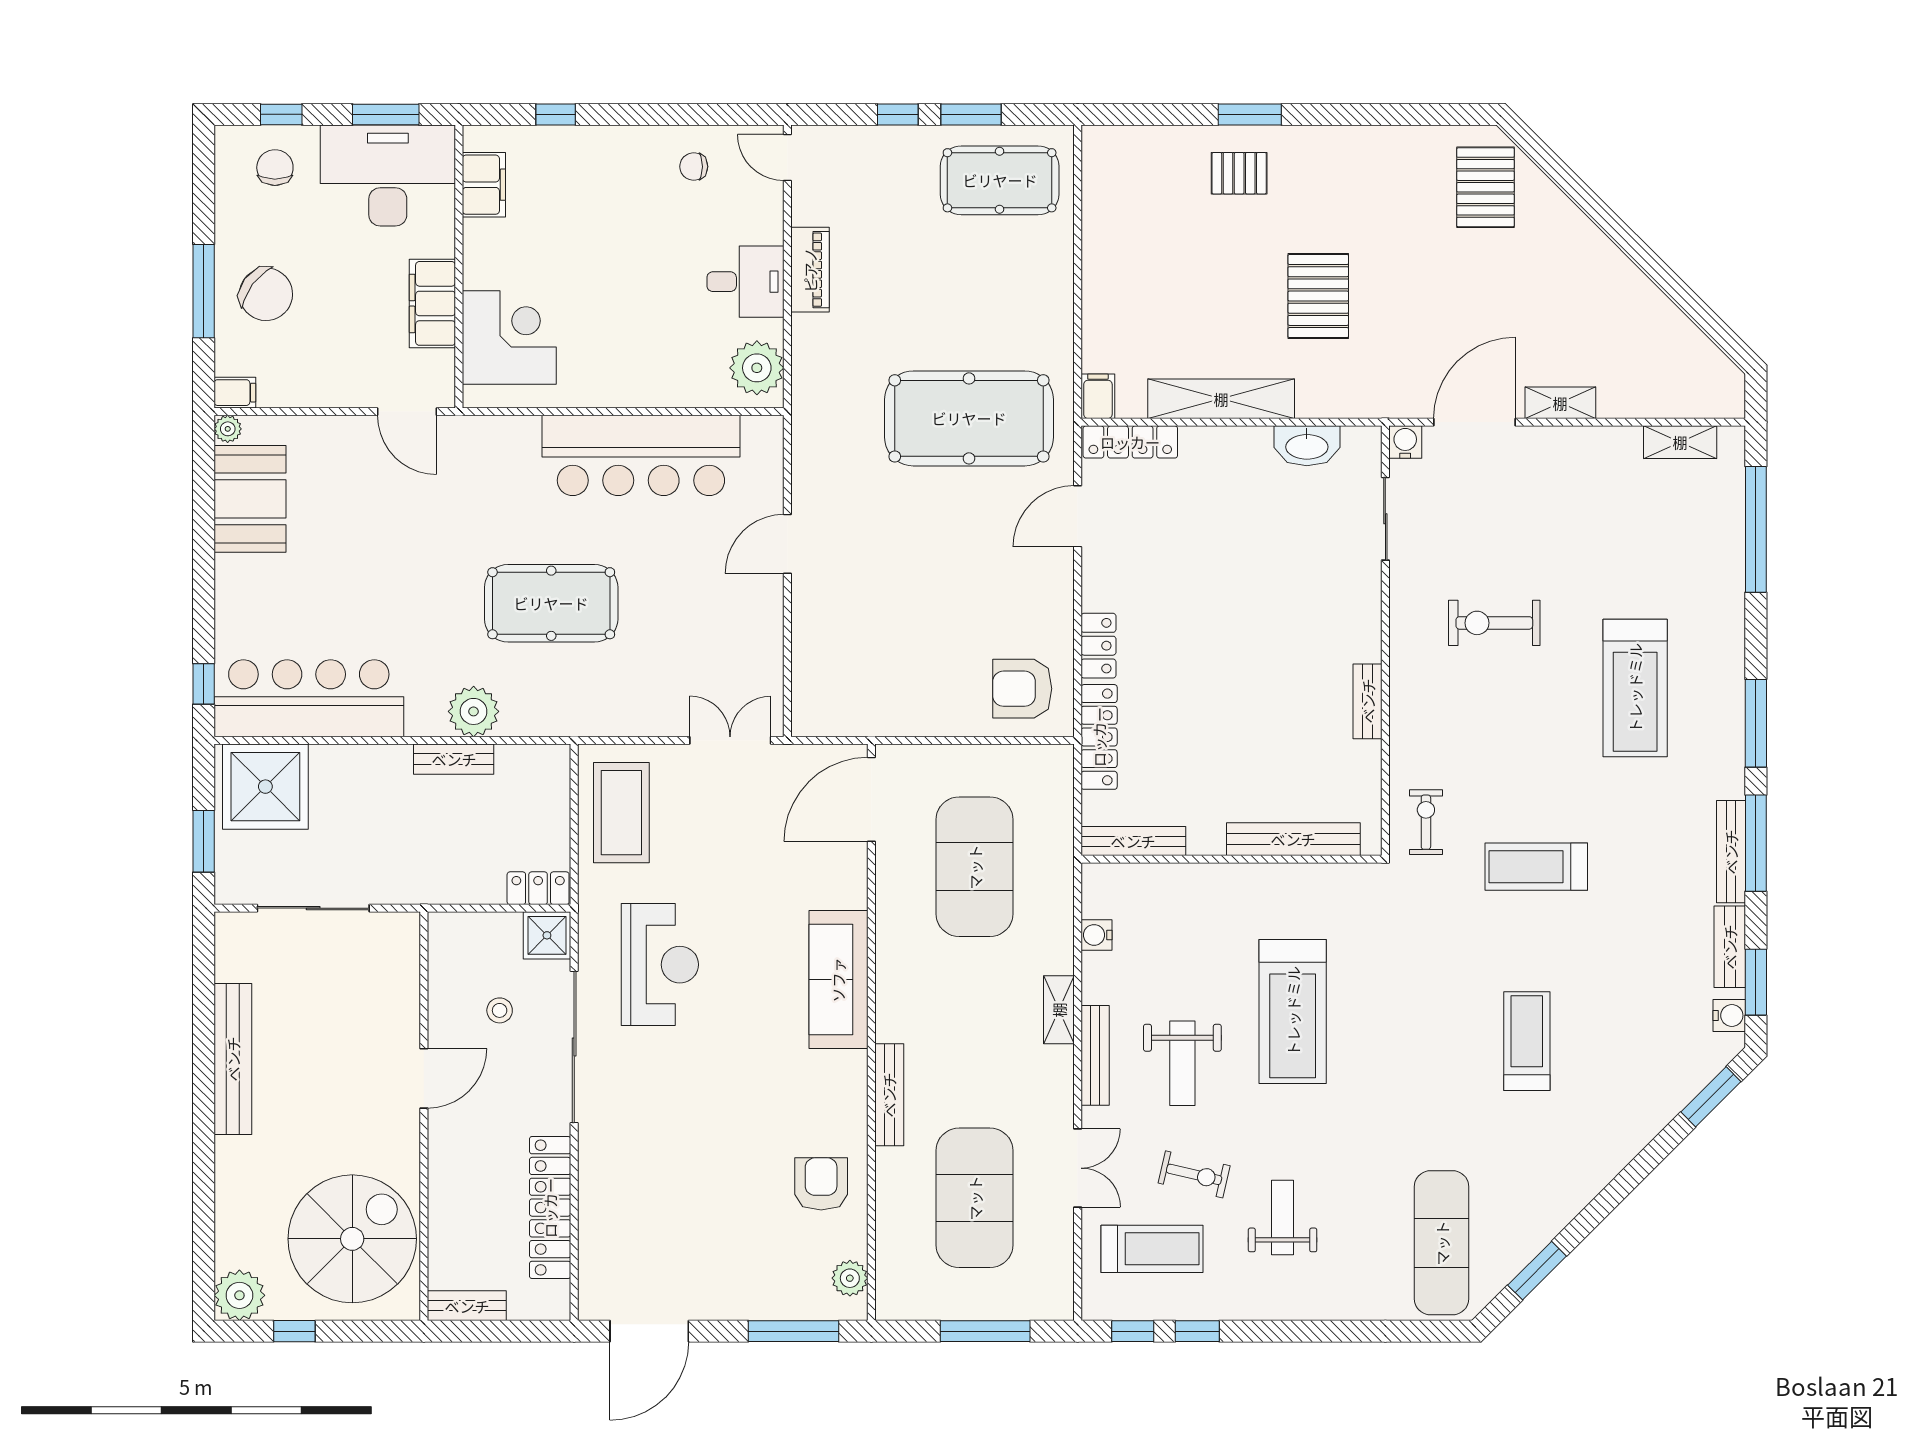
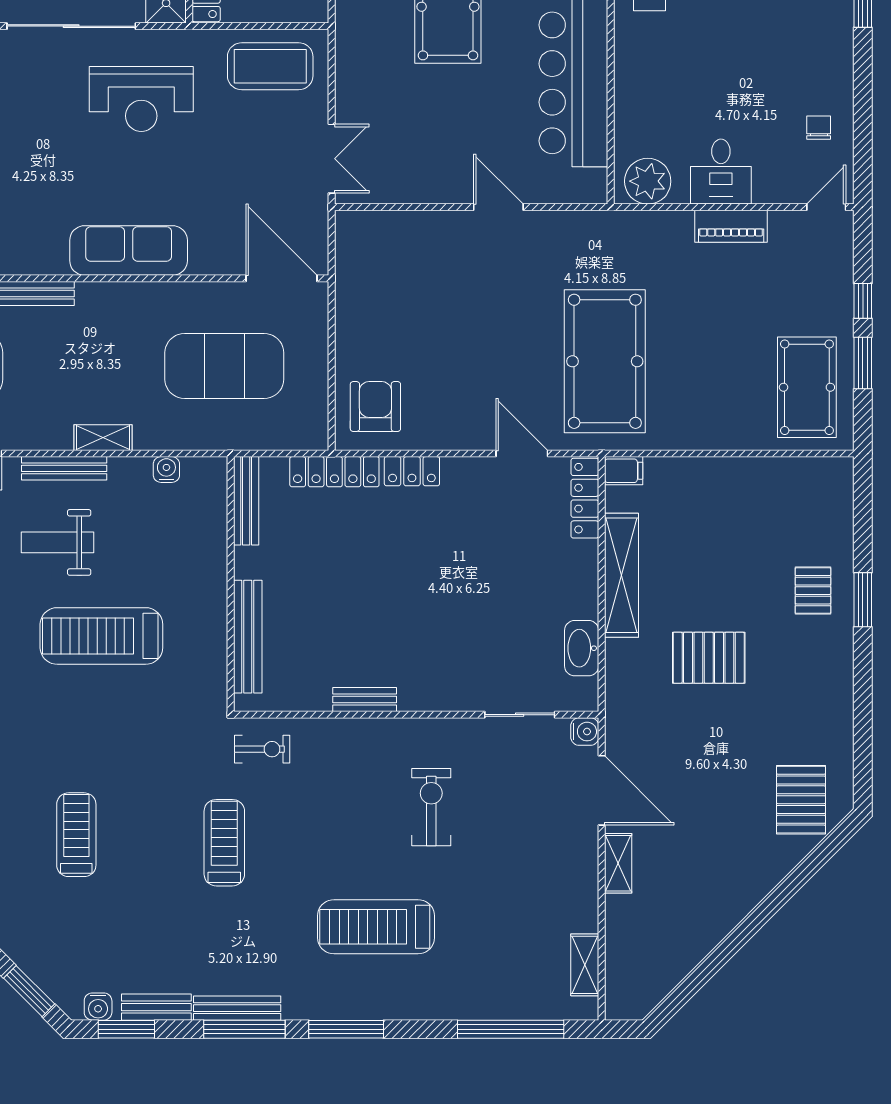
pallet: (1485, 187) -> (801, 800), turned 90
treadmill: (1527, 1041) -> (76, 835), turned -90

